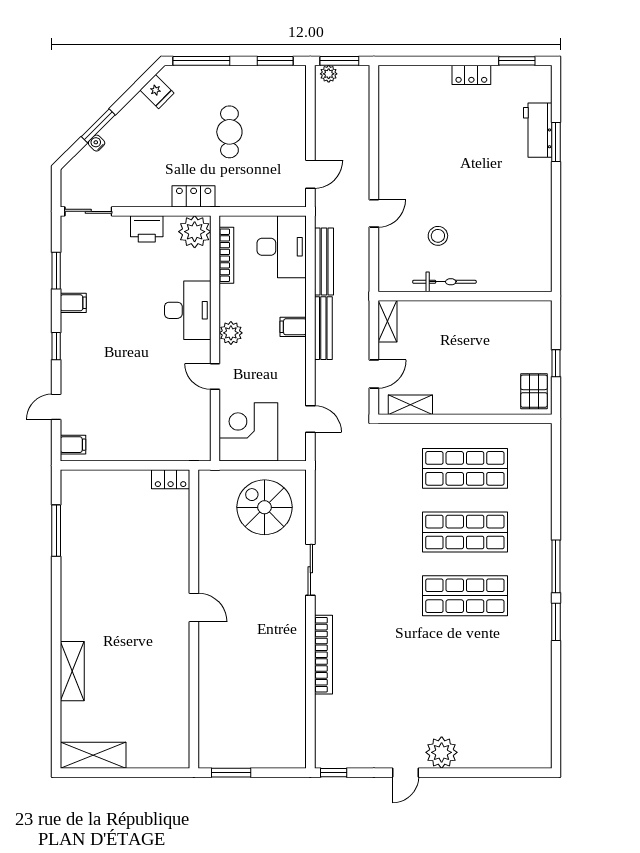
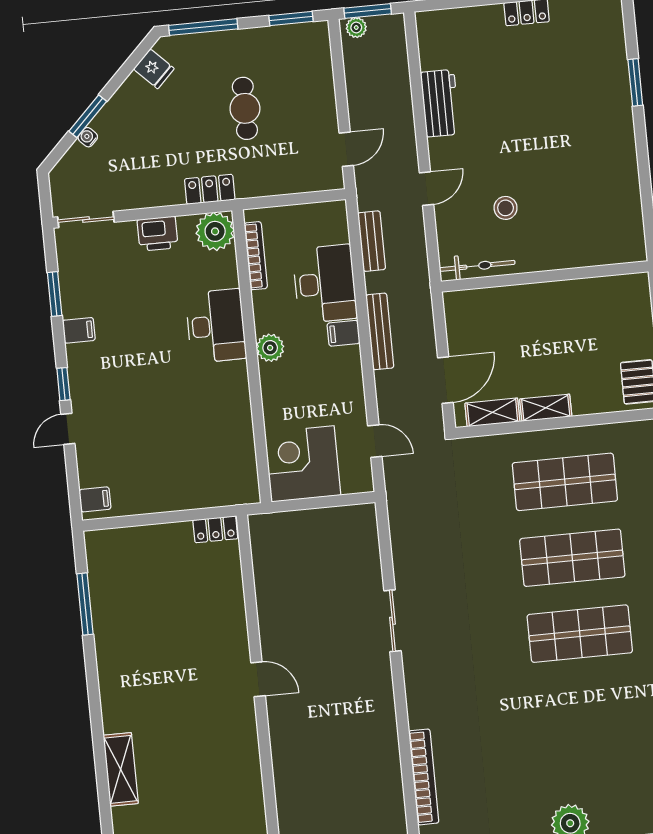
workbench: (538, 130) -> (440, 103), moved, turned 180
desk: (282, 247) -> (325, 284), moved
bench: (324, 261) -> (372, 241), width x0.73
bicycle: (444, 282) -> (477, 266), moved
shelving: (388, 321) -> (546, 408), moved, turned 90
door: (374, 374) -> (445, 380), width x1.38
door: (215, 377) -> (256, 402), removed
door: (56, 407) -> (68, 429), moved
spiral stairs: (265, 507) -> (331, 552), removed
bookcase: (324, 655) -> (424, 777), moved

